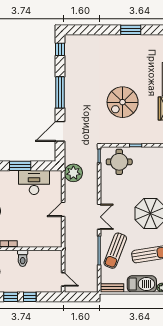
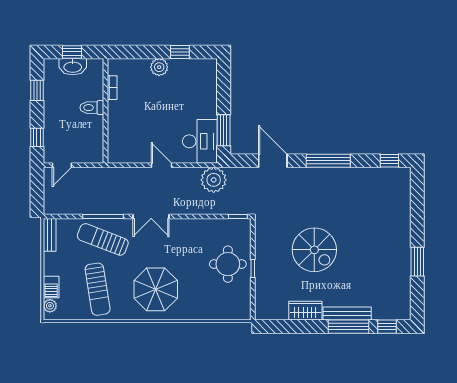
spiral stairs: (123, 102) -> (314, 250), turned 180
round table: (119, 162) -> (228, 264), moved
window: (20, 166) -> (224, 130), moved
desk: (34, 182) -> (200, 141), moved
barbecue: (142, 284) -> (51, 287), width x0.53, depth x0.65
window: (30, 297) -> (37, 137), moved

